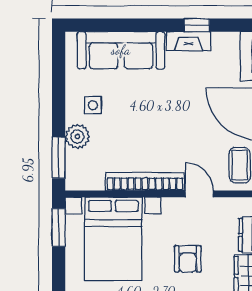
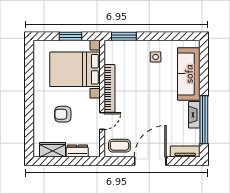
window: (197, 25) -> (204, 120), width x3.17
plant: (77, 136) -> (137, 48), removed
window: (59, 228) -> (70, 36), moved

